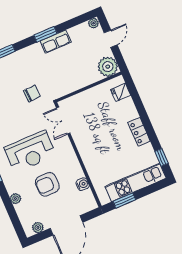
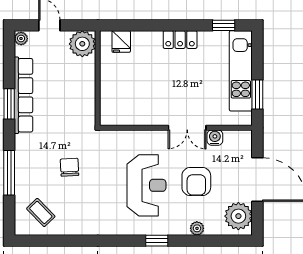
row of seats: (56, 42) -> (24, 95), width x2.02
chair: (32, 94) -> (70, 167), moved
double door: (63, 121) -> (187, 128), moved
plant: (38, 227) -> (238, 216), width x1.88, depth x1.88

